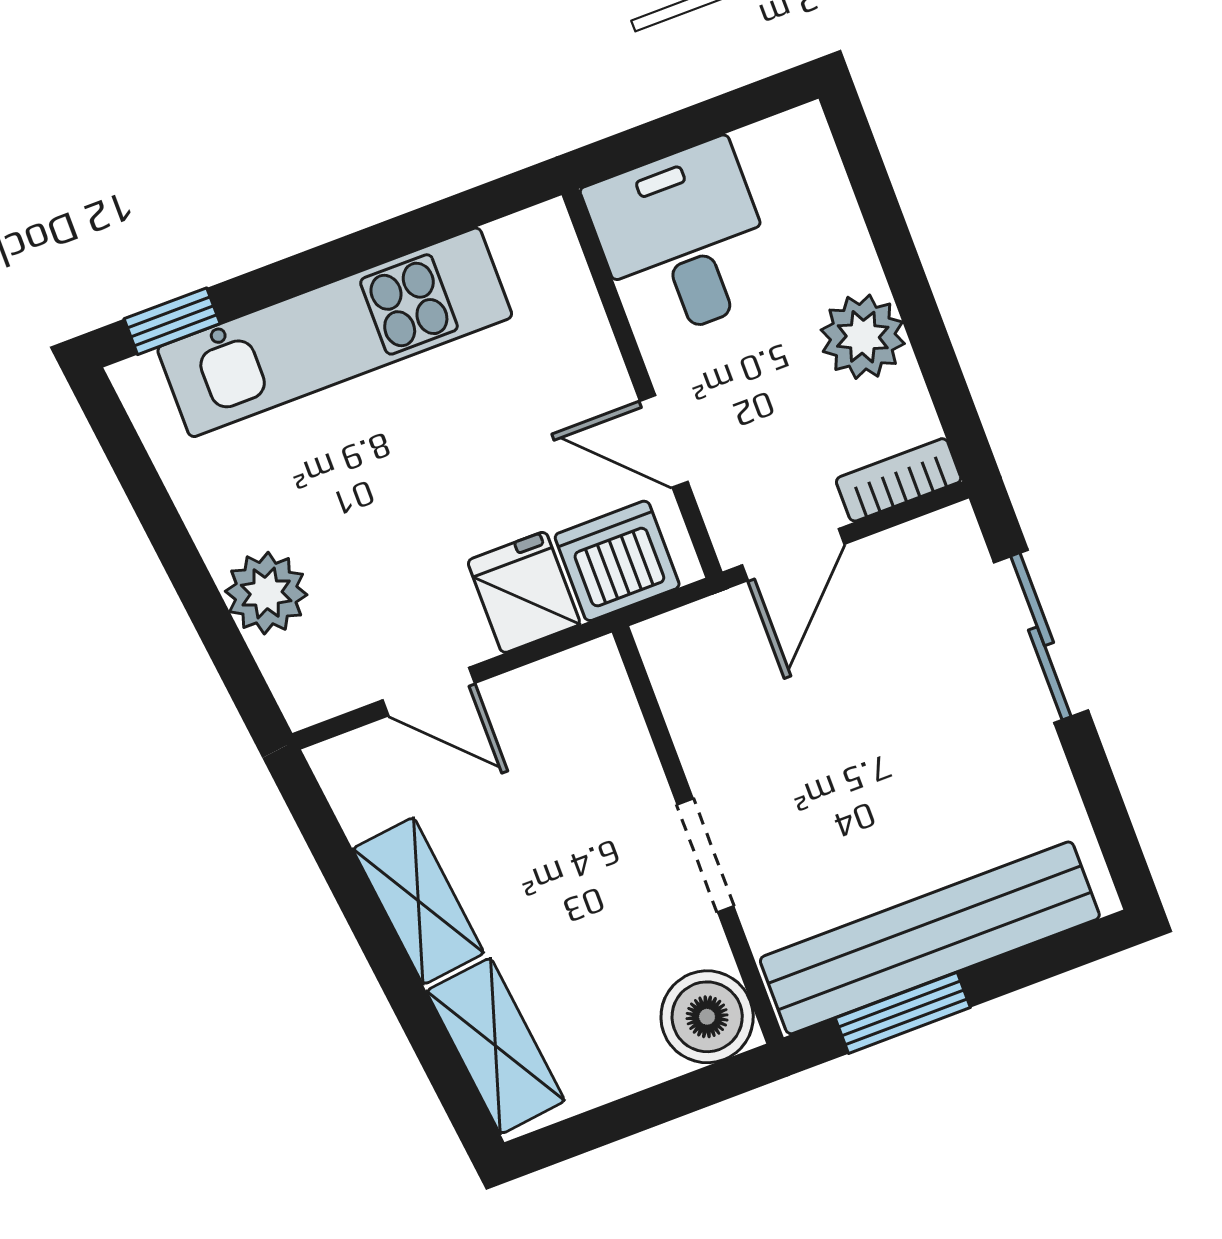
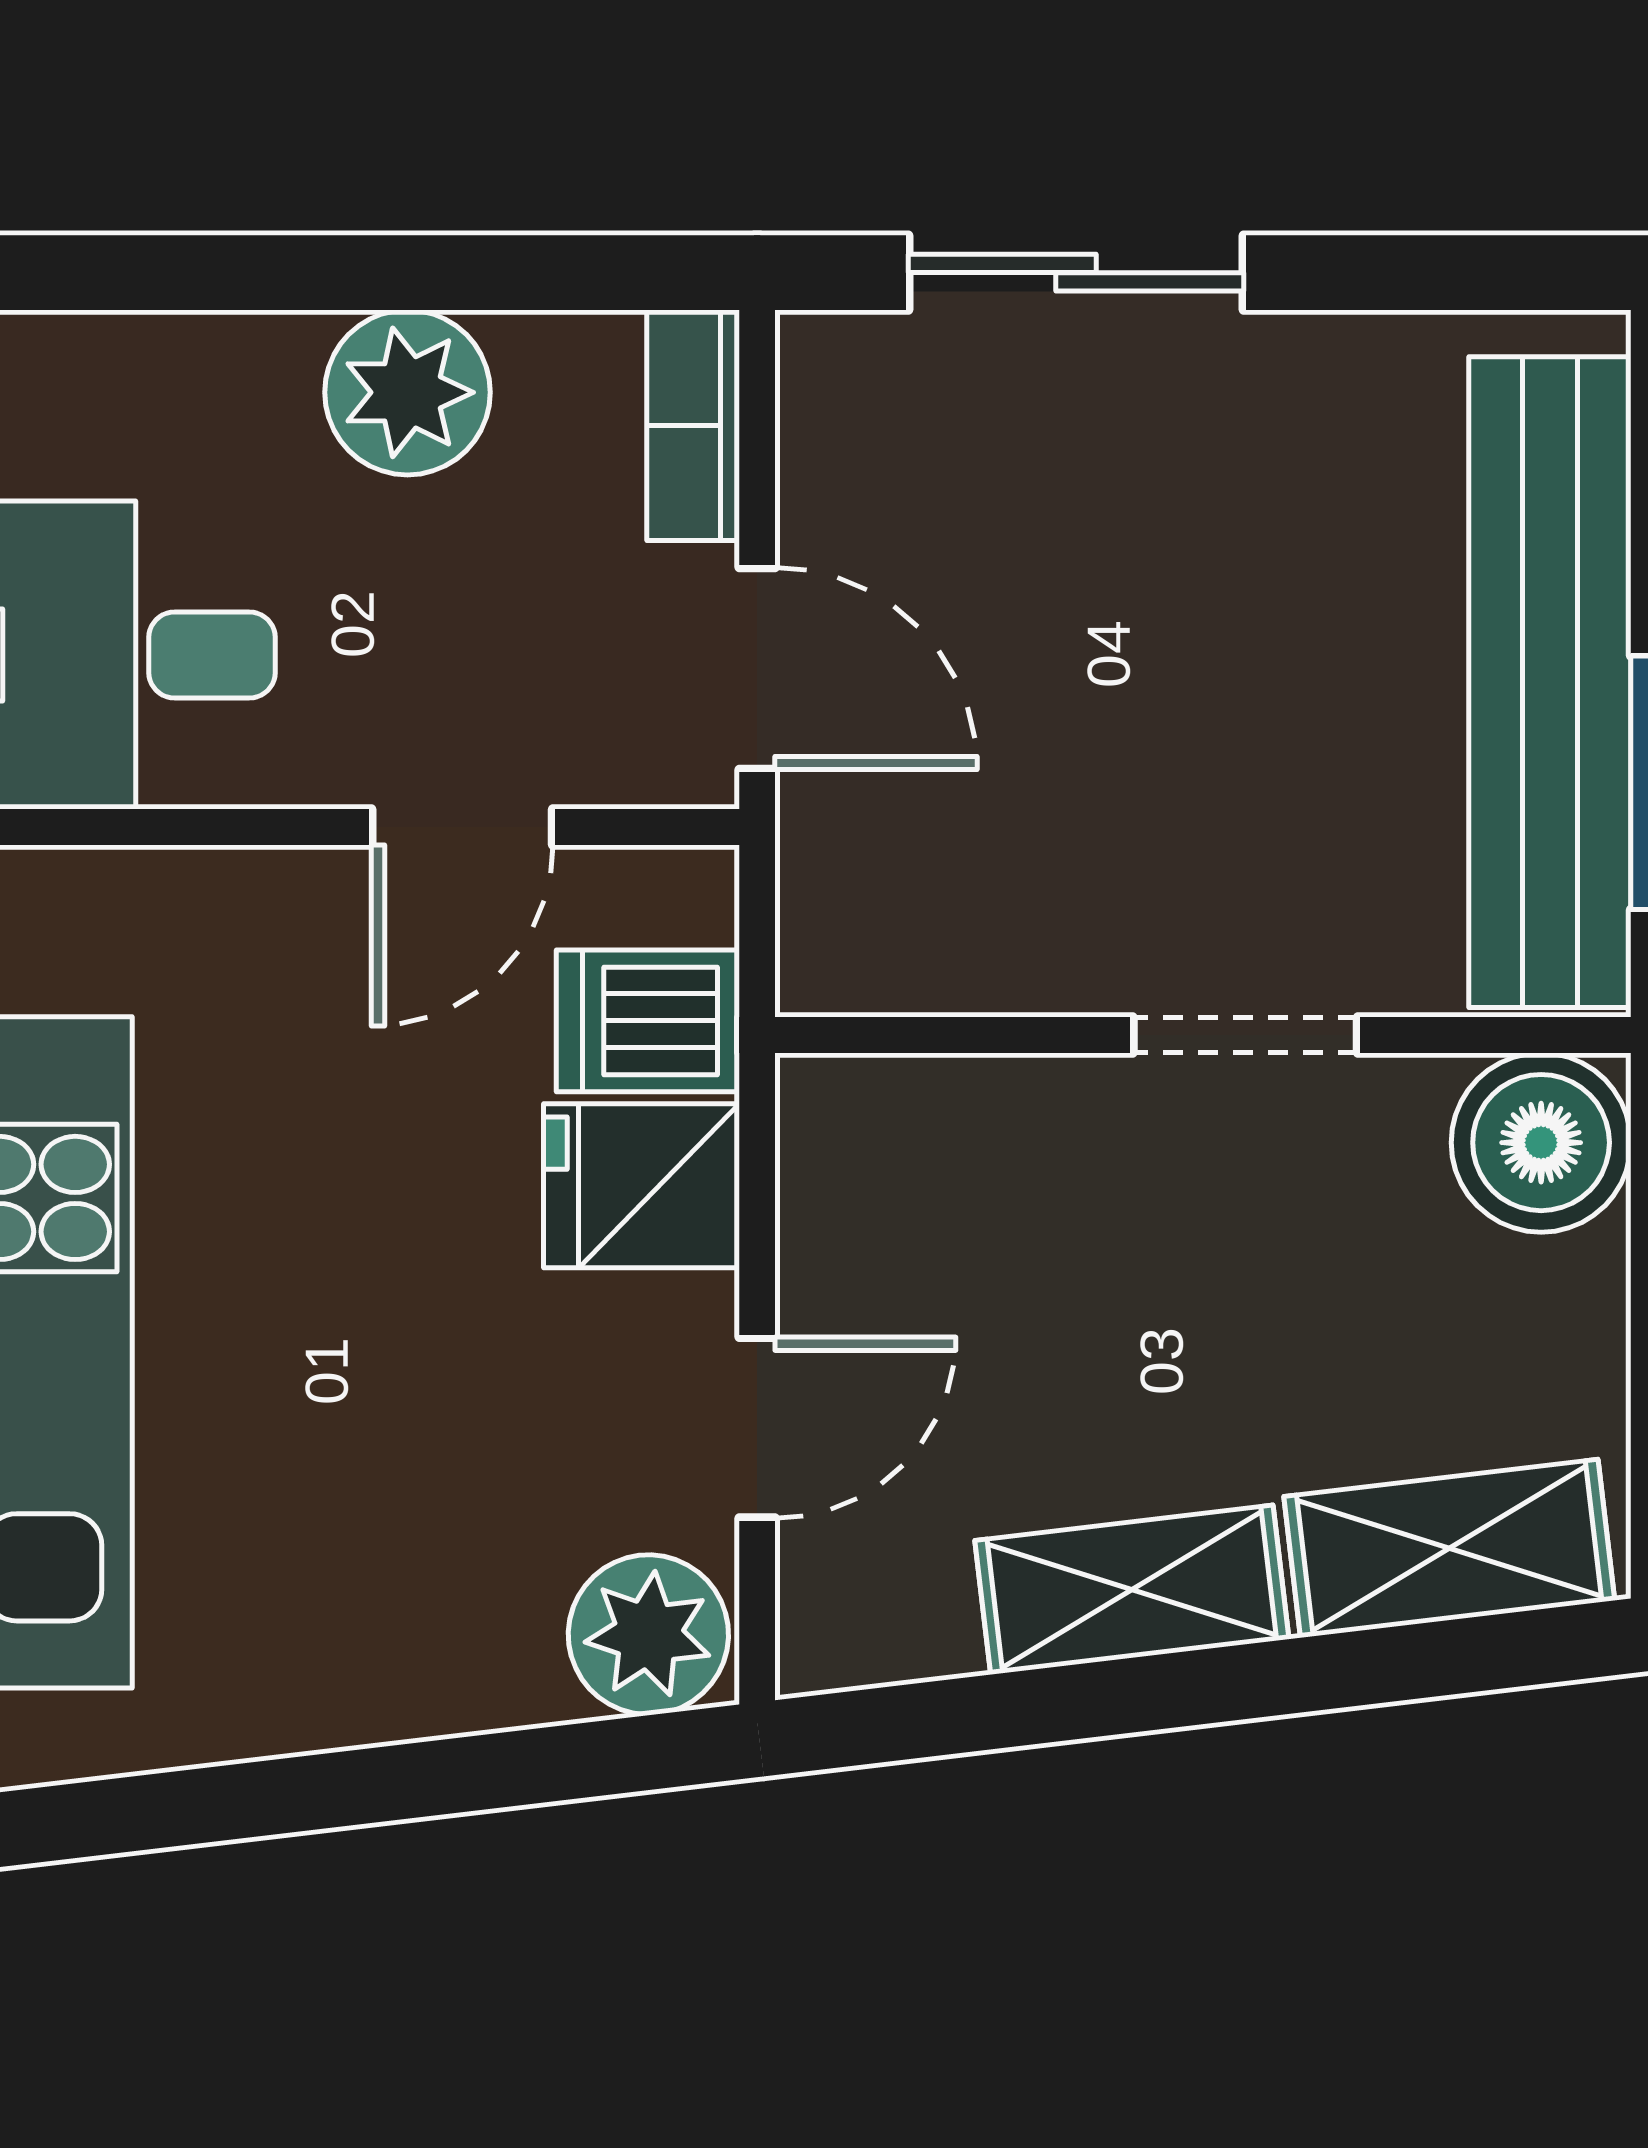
dishwasher: (617, 561) -> (648, 1021), width x0.73
plant: (266, 593) -> (648, 1635), moved

